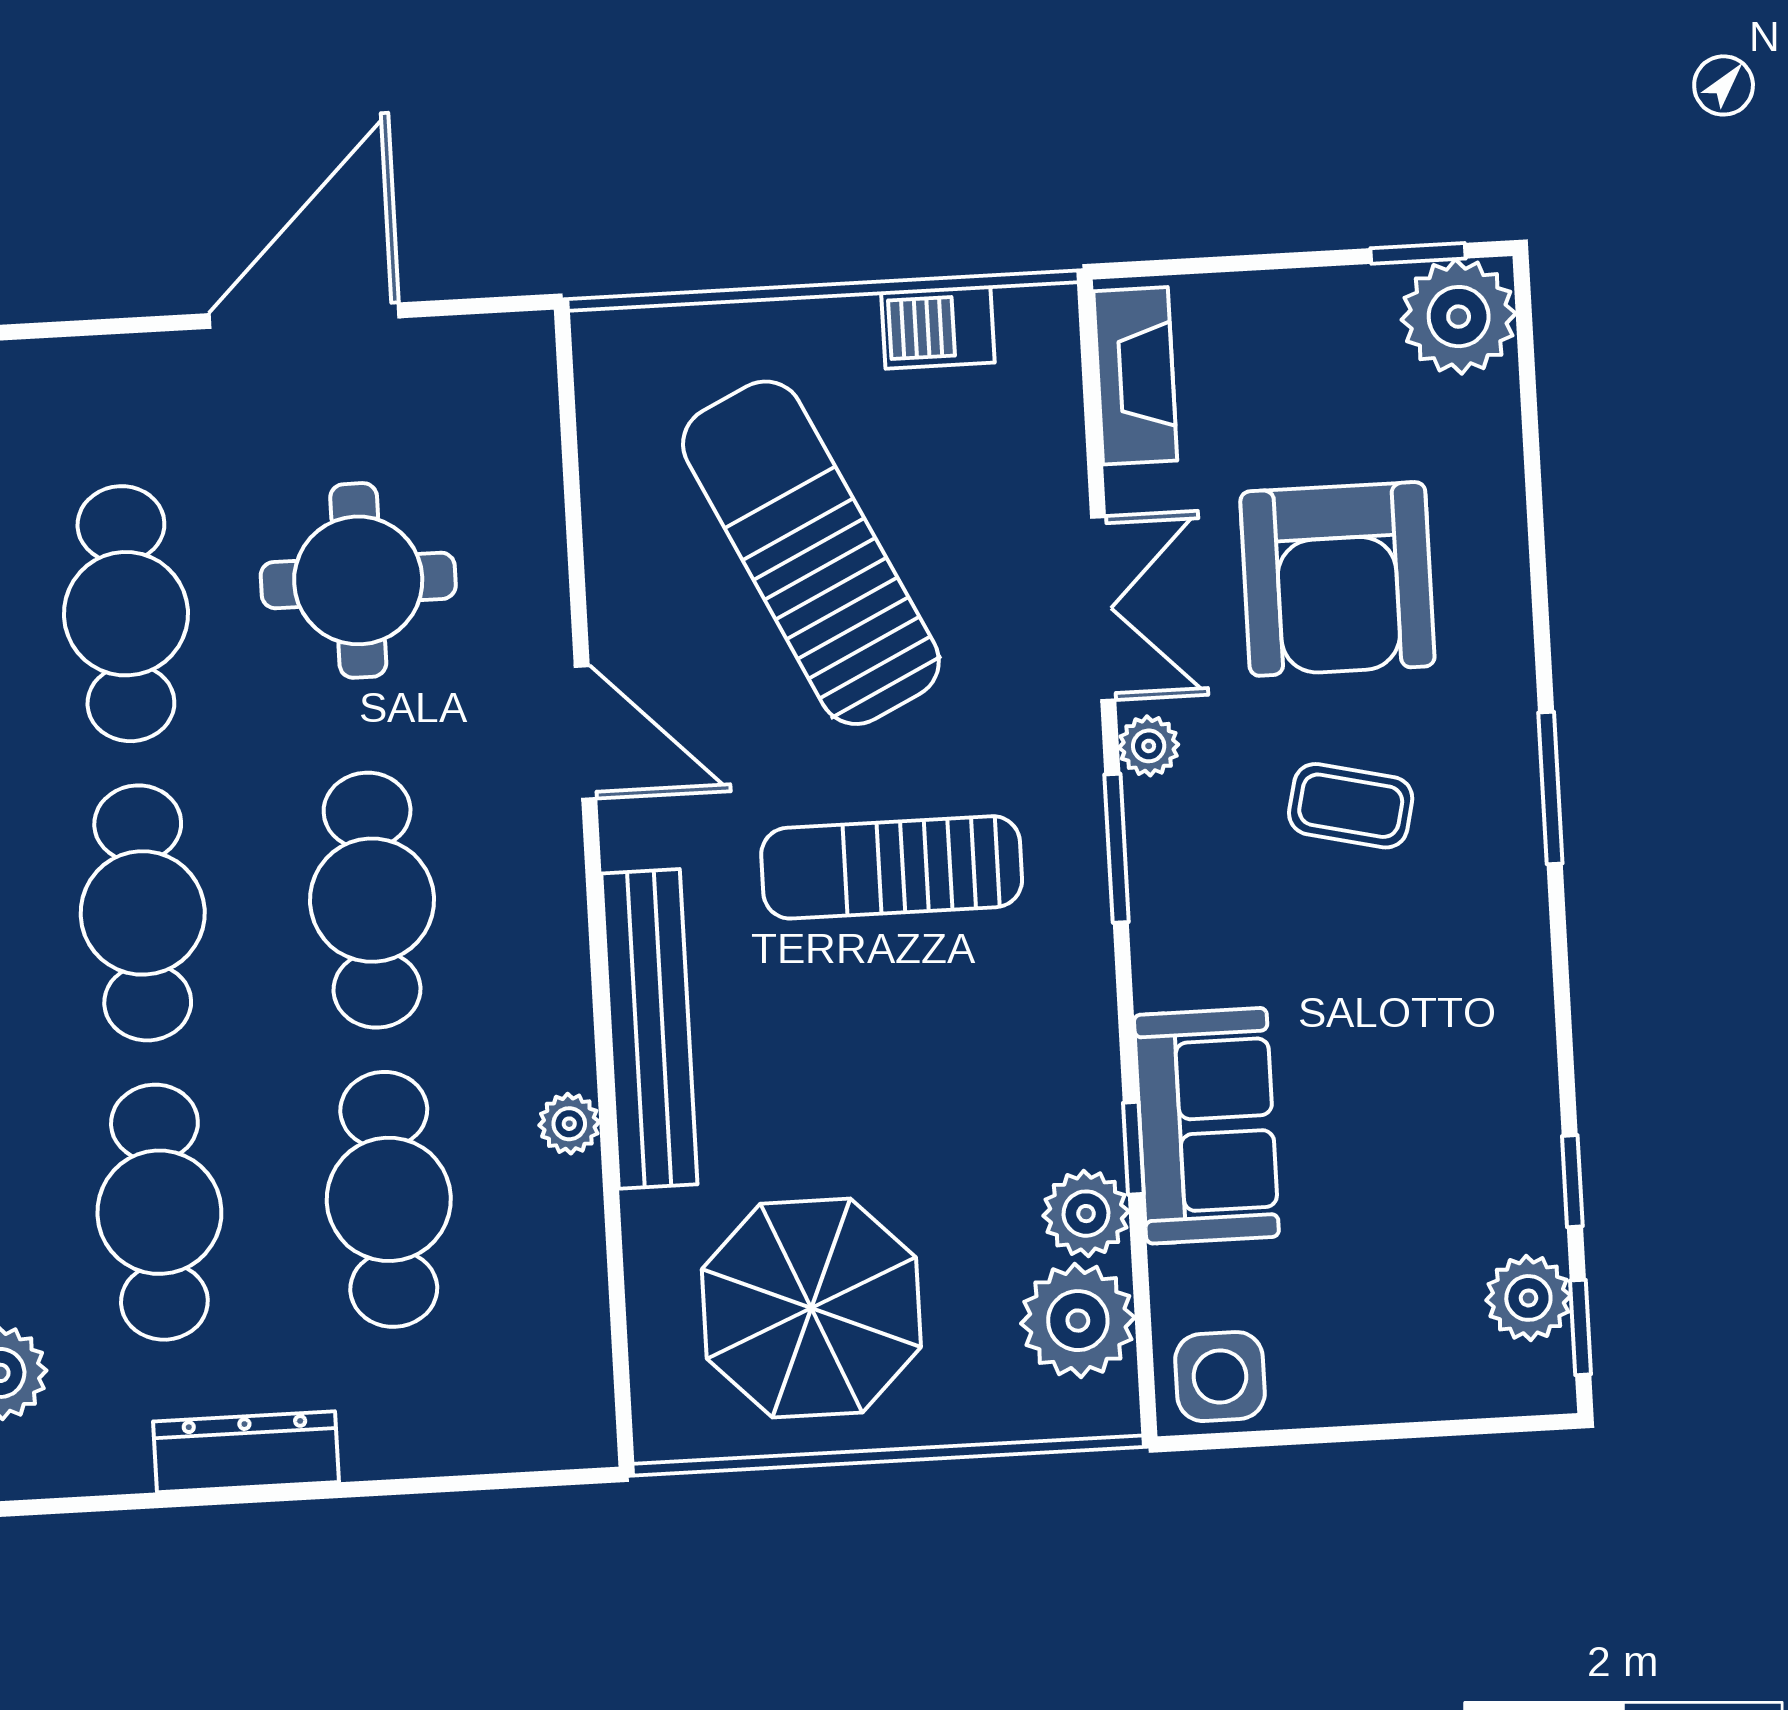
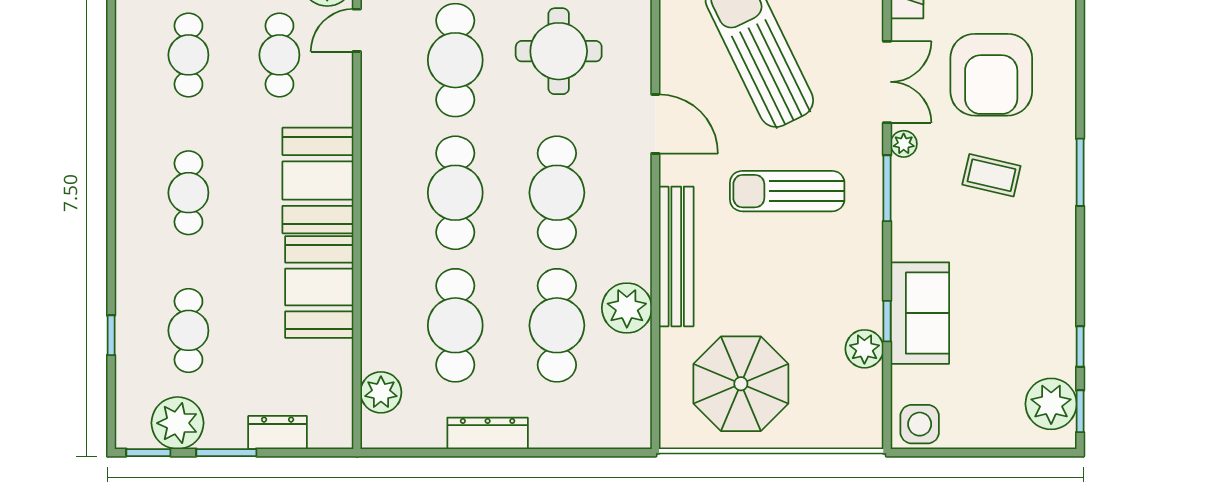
plant: (569, 1124) -> (627, 308), width x1.88, depth x1.88
plant: (1528, 1298) -> (1051, 404), width x1.36, depth x1.36
plant: (1078, 1321) -> (858, 396), removed

